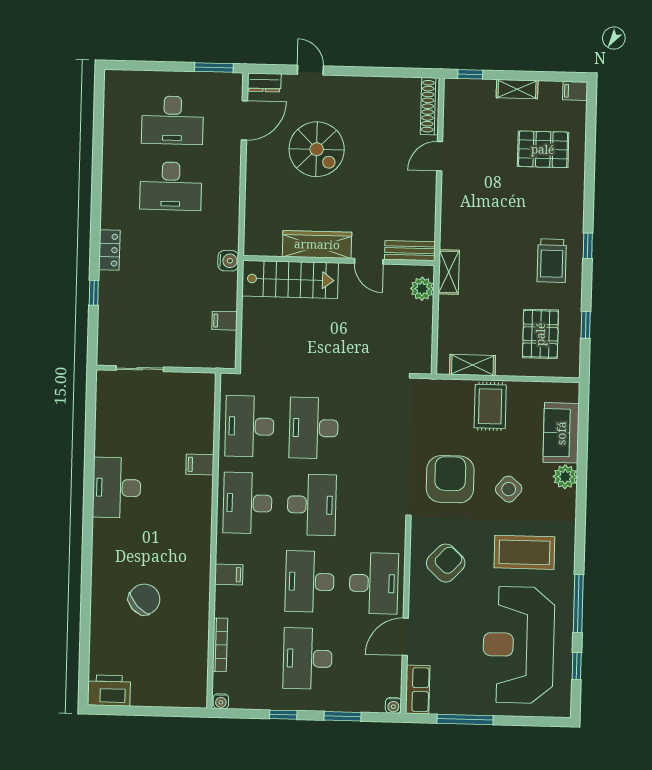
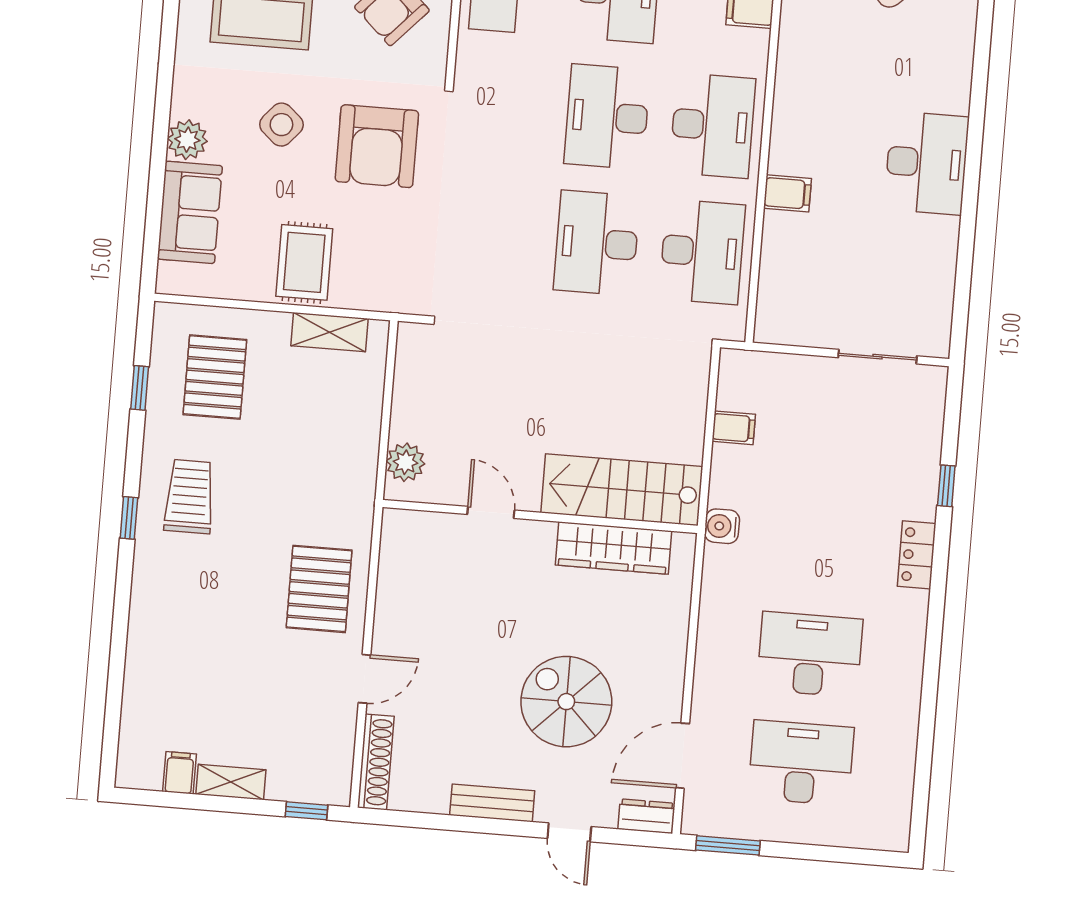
filing cabinet: (575, 91) -> (179, 773), moved, turned -90
pallet: (543, 149) -> (319, 589), moved, turned 90
wardrobe: (317, 244) -> (614, 548), moved
bench: (410, 251) -> (492, 803), moved
shelving: (449, 272) -> (360, 487), removed
desk: (314, 428) -> (597, 243), turned 180

